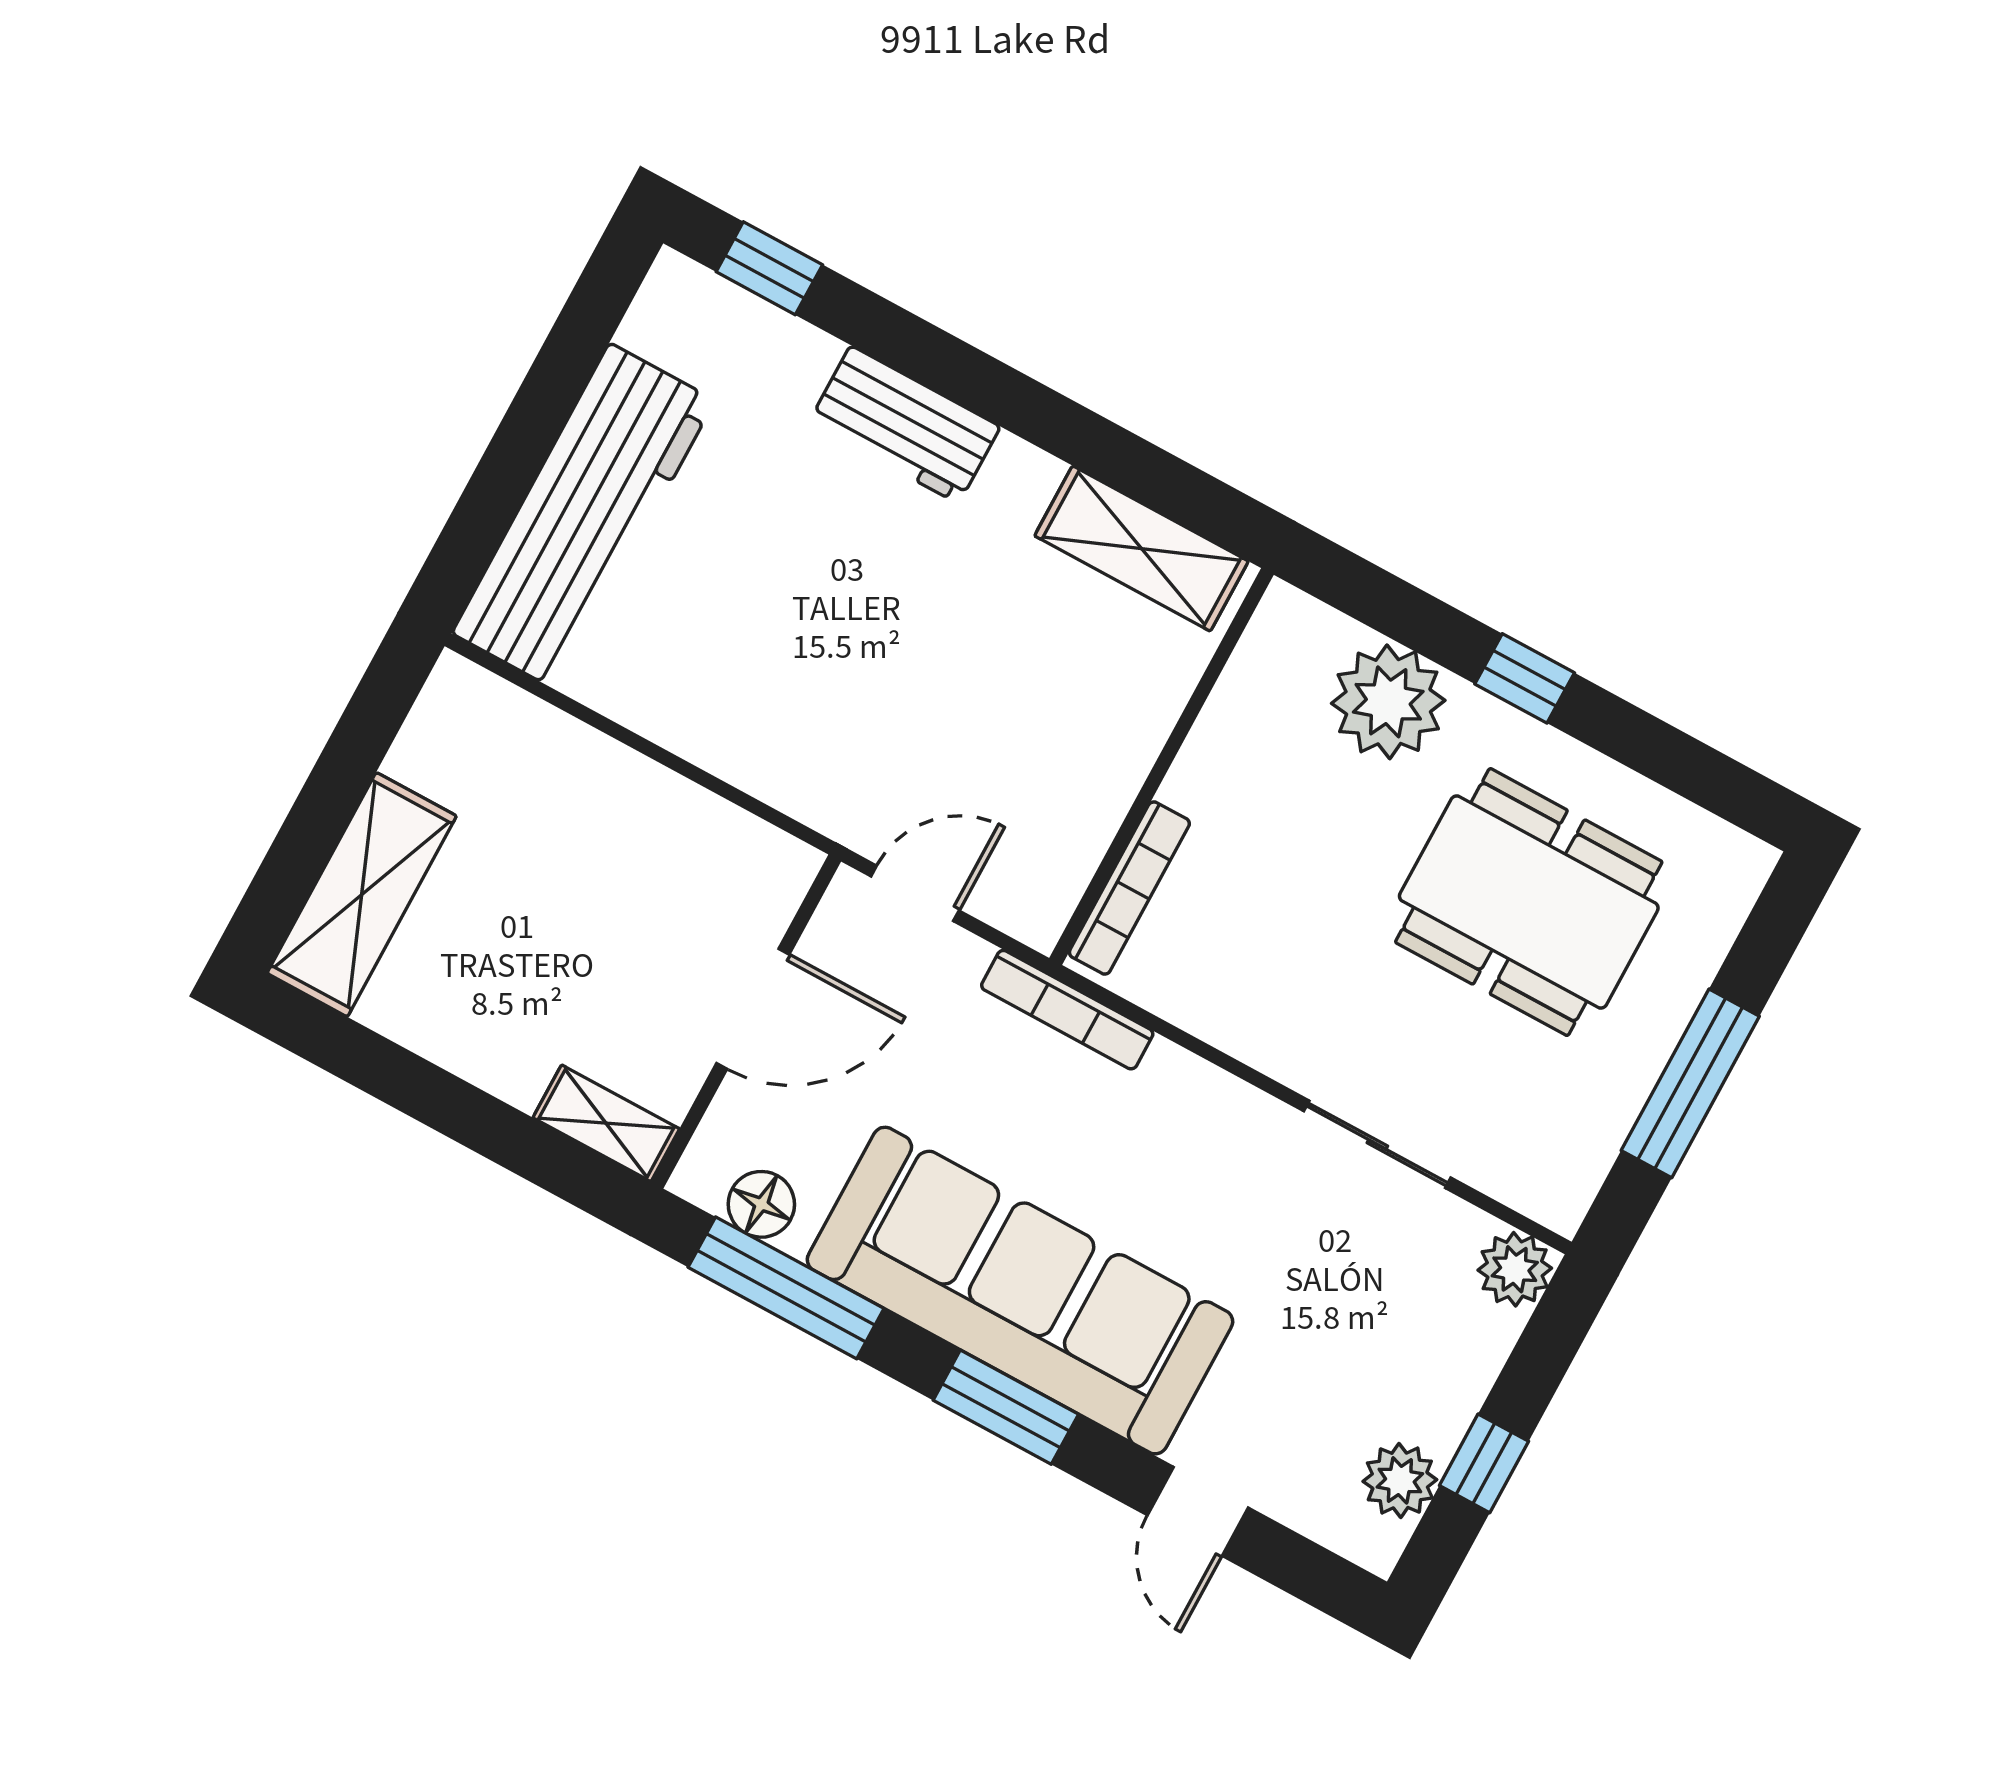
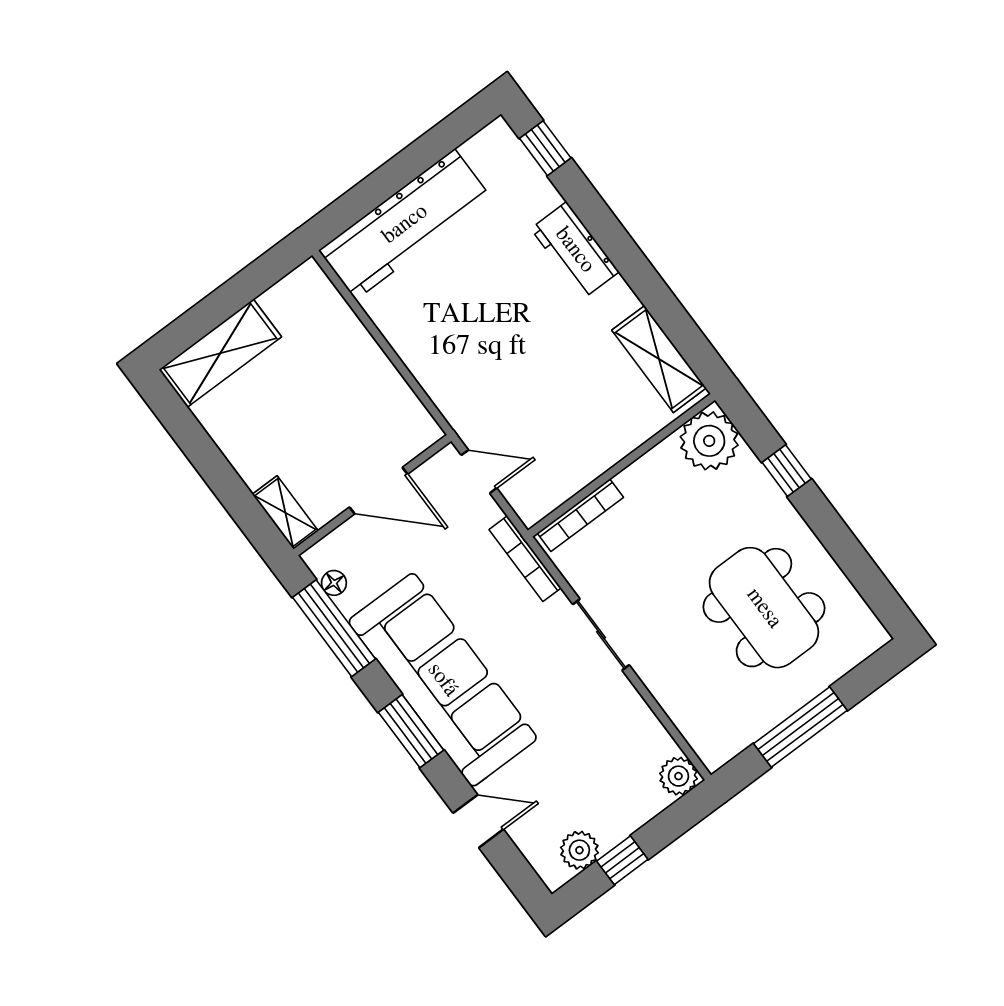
window: (1525, 678) -> (787, 471), moved
plant: (1388, 702) -> (709, 441), moved
sliding door: (1377, 1144) -> (601, 635), moved
floor lamp: (761, 1204) -> (334, 583), width x0.73, depth x0.73
door: (1198, 1511) -> (478, 821), swing flipped

